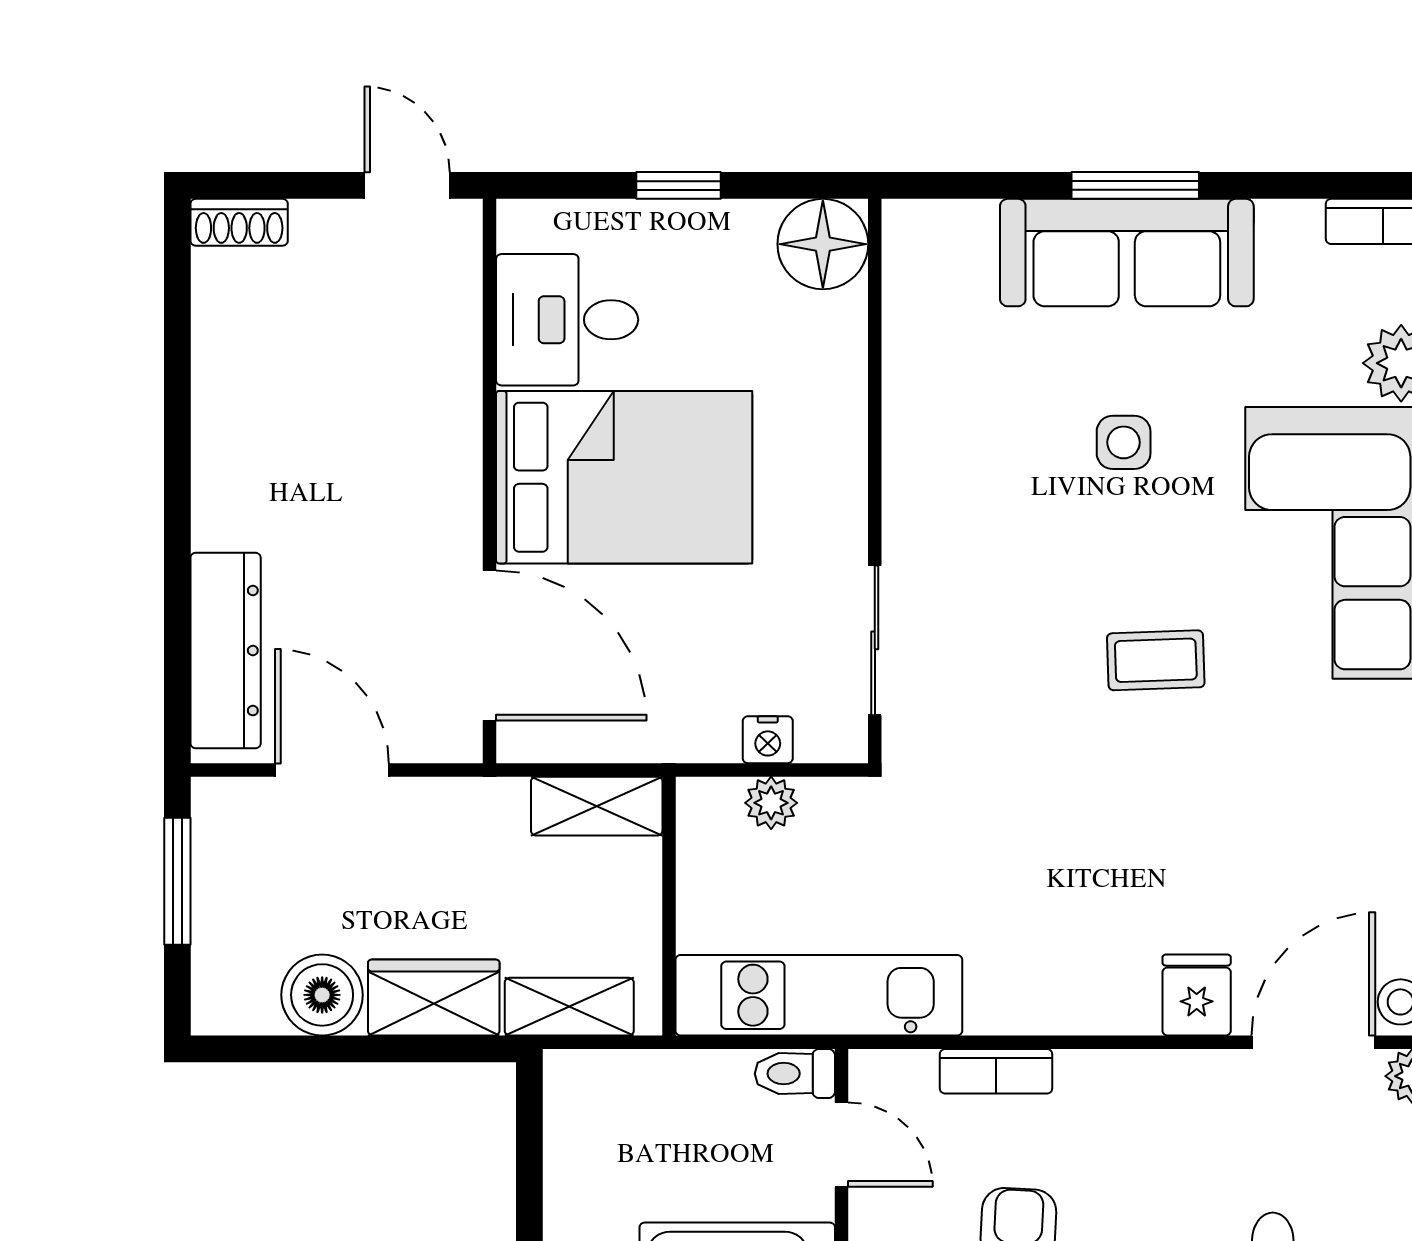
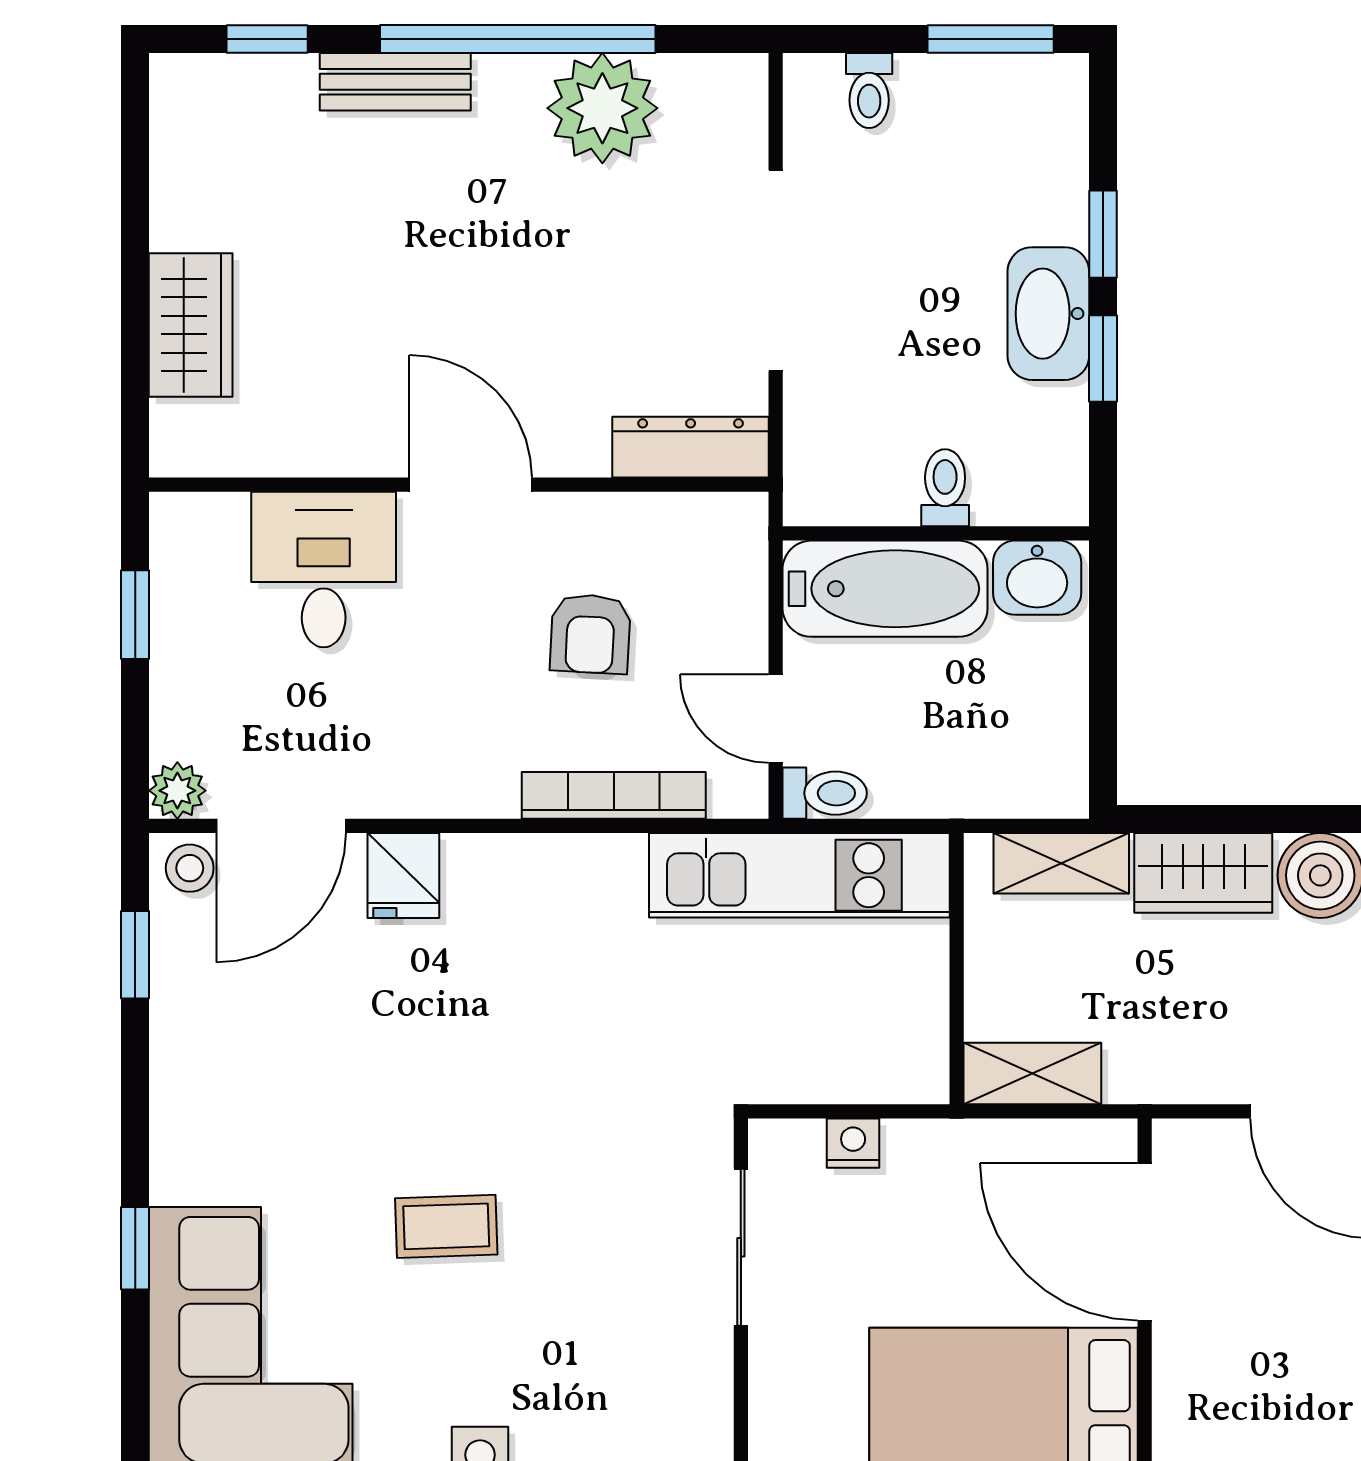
plant: (771, 803) -> (850, 1077), removed
bookcase: (996, 1071) -> (614, 795), width x1.56

